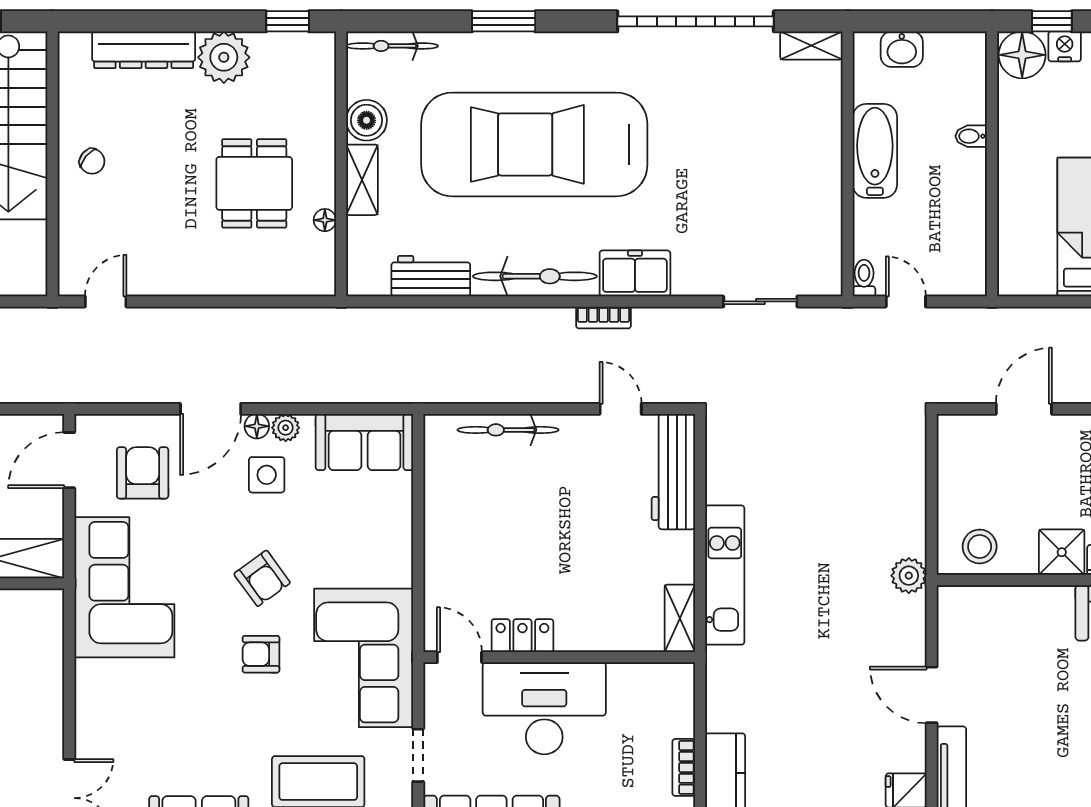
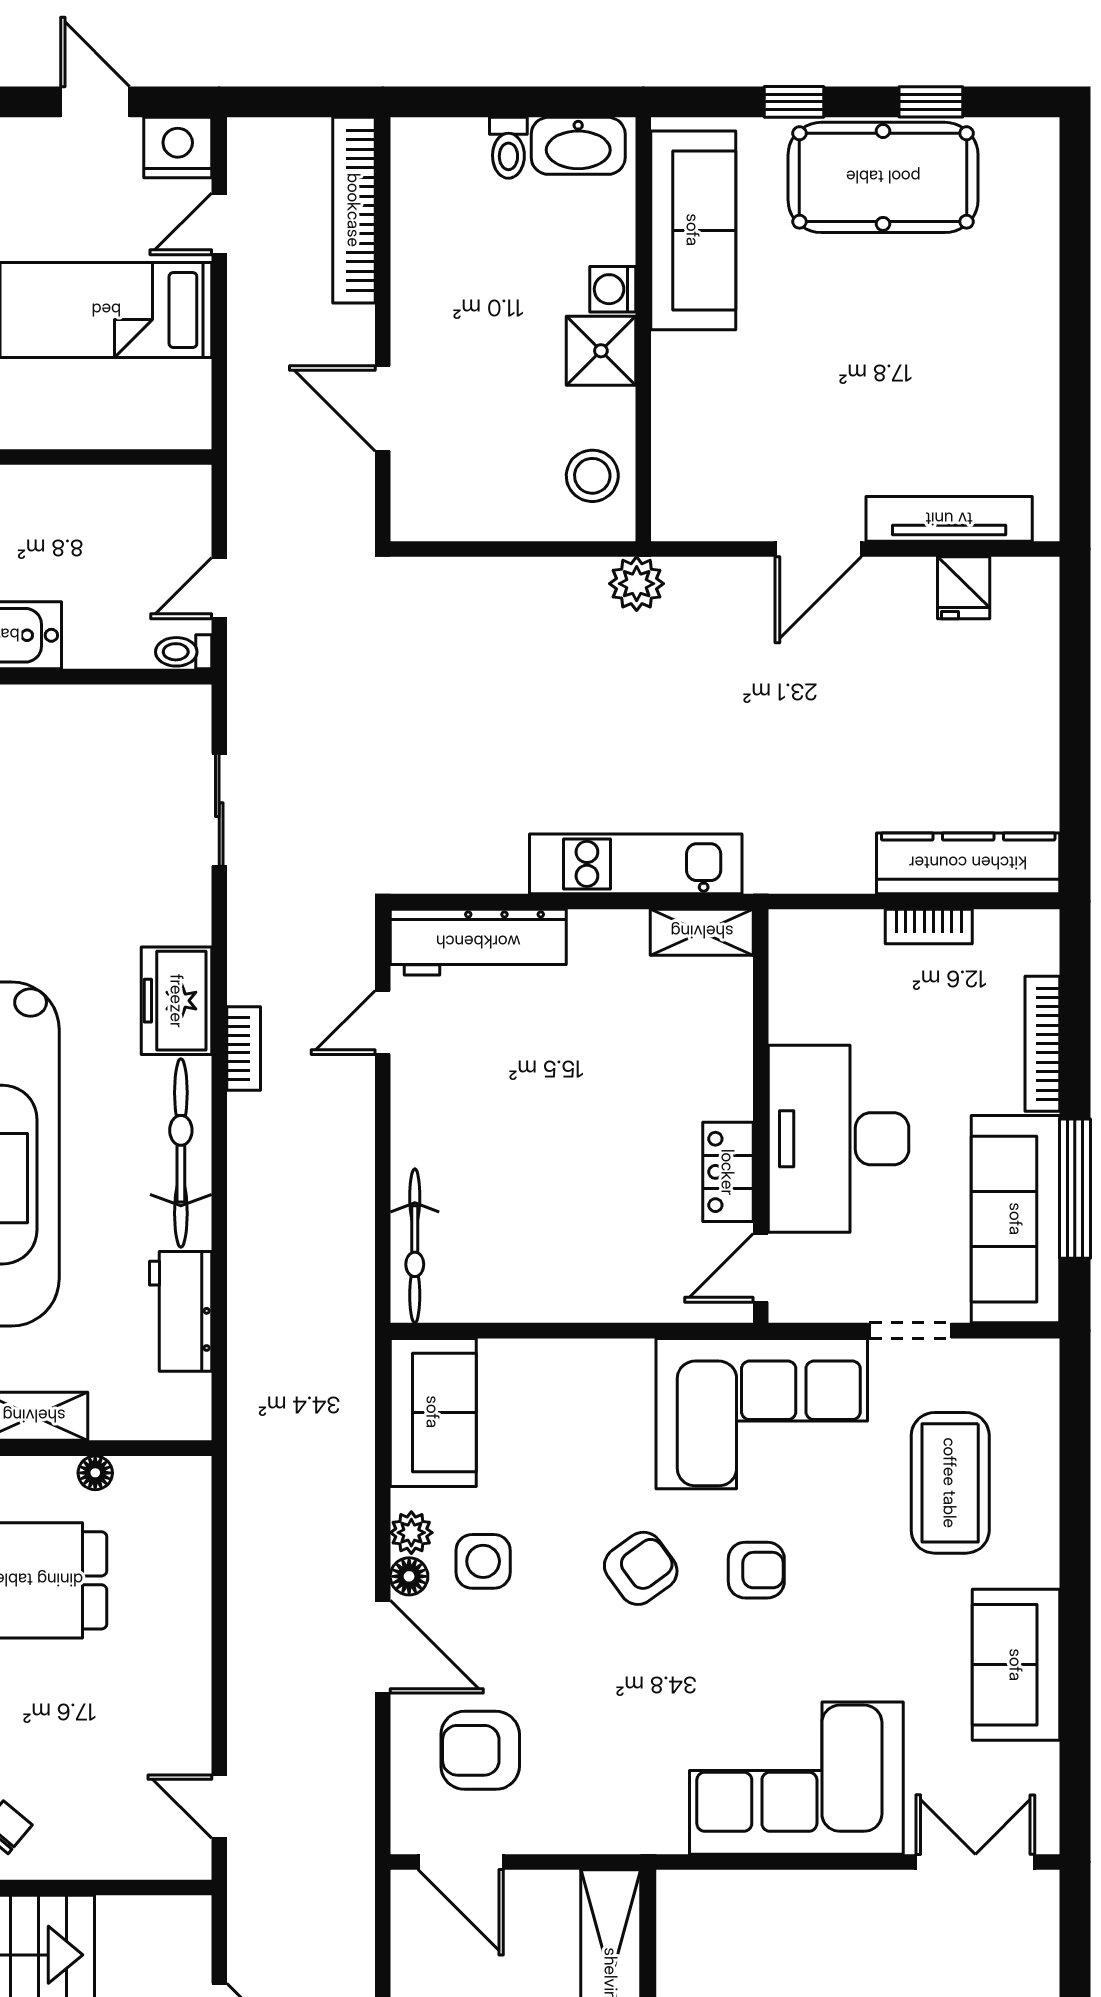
bicycle: (508, 430) -> (415, 1246), moved
corner sofa: (124, 587) -> (796, 1778), moved
armchair: (261, 654) -> (756, 1570), turned -90

